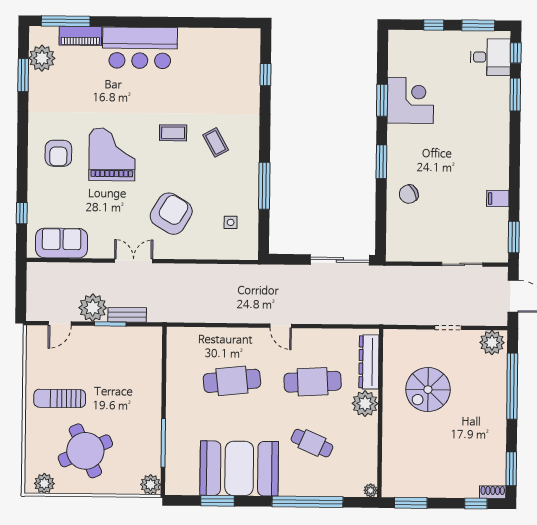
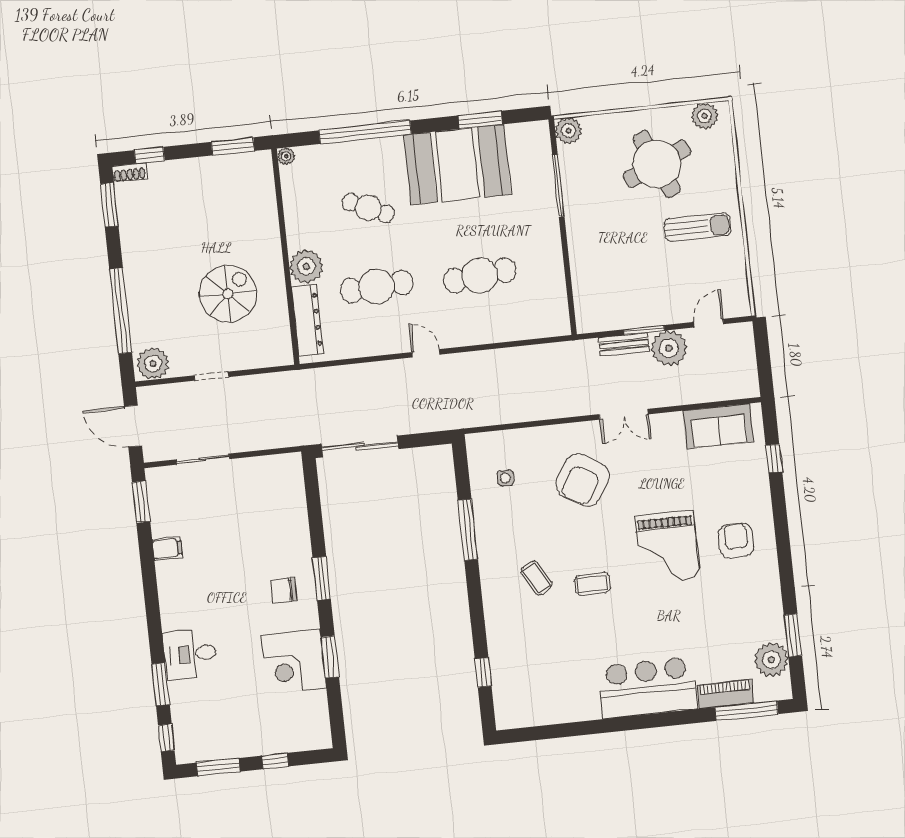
desk: (490, 57) -> (190, 654), moved
chair: (409, 194) -> (284, 590), moved, turned -152

